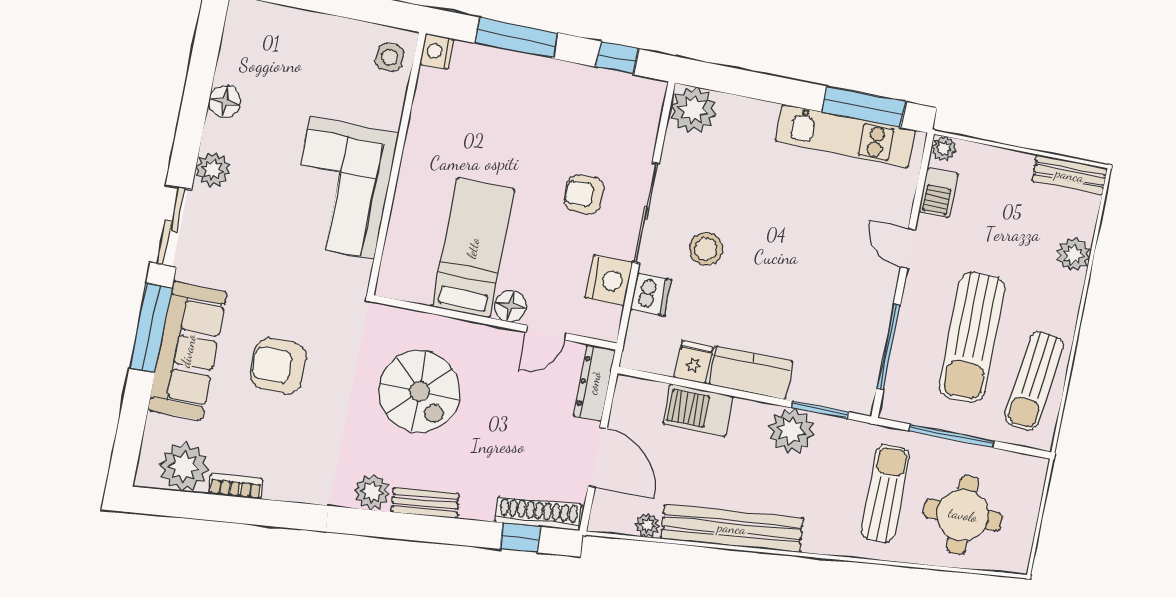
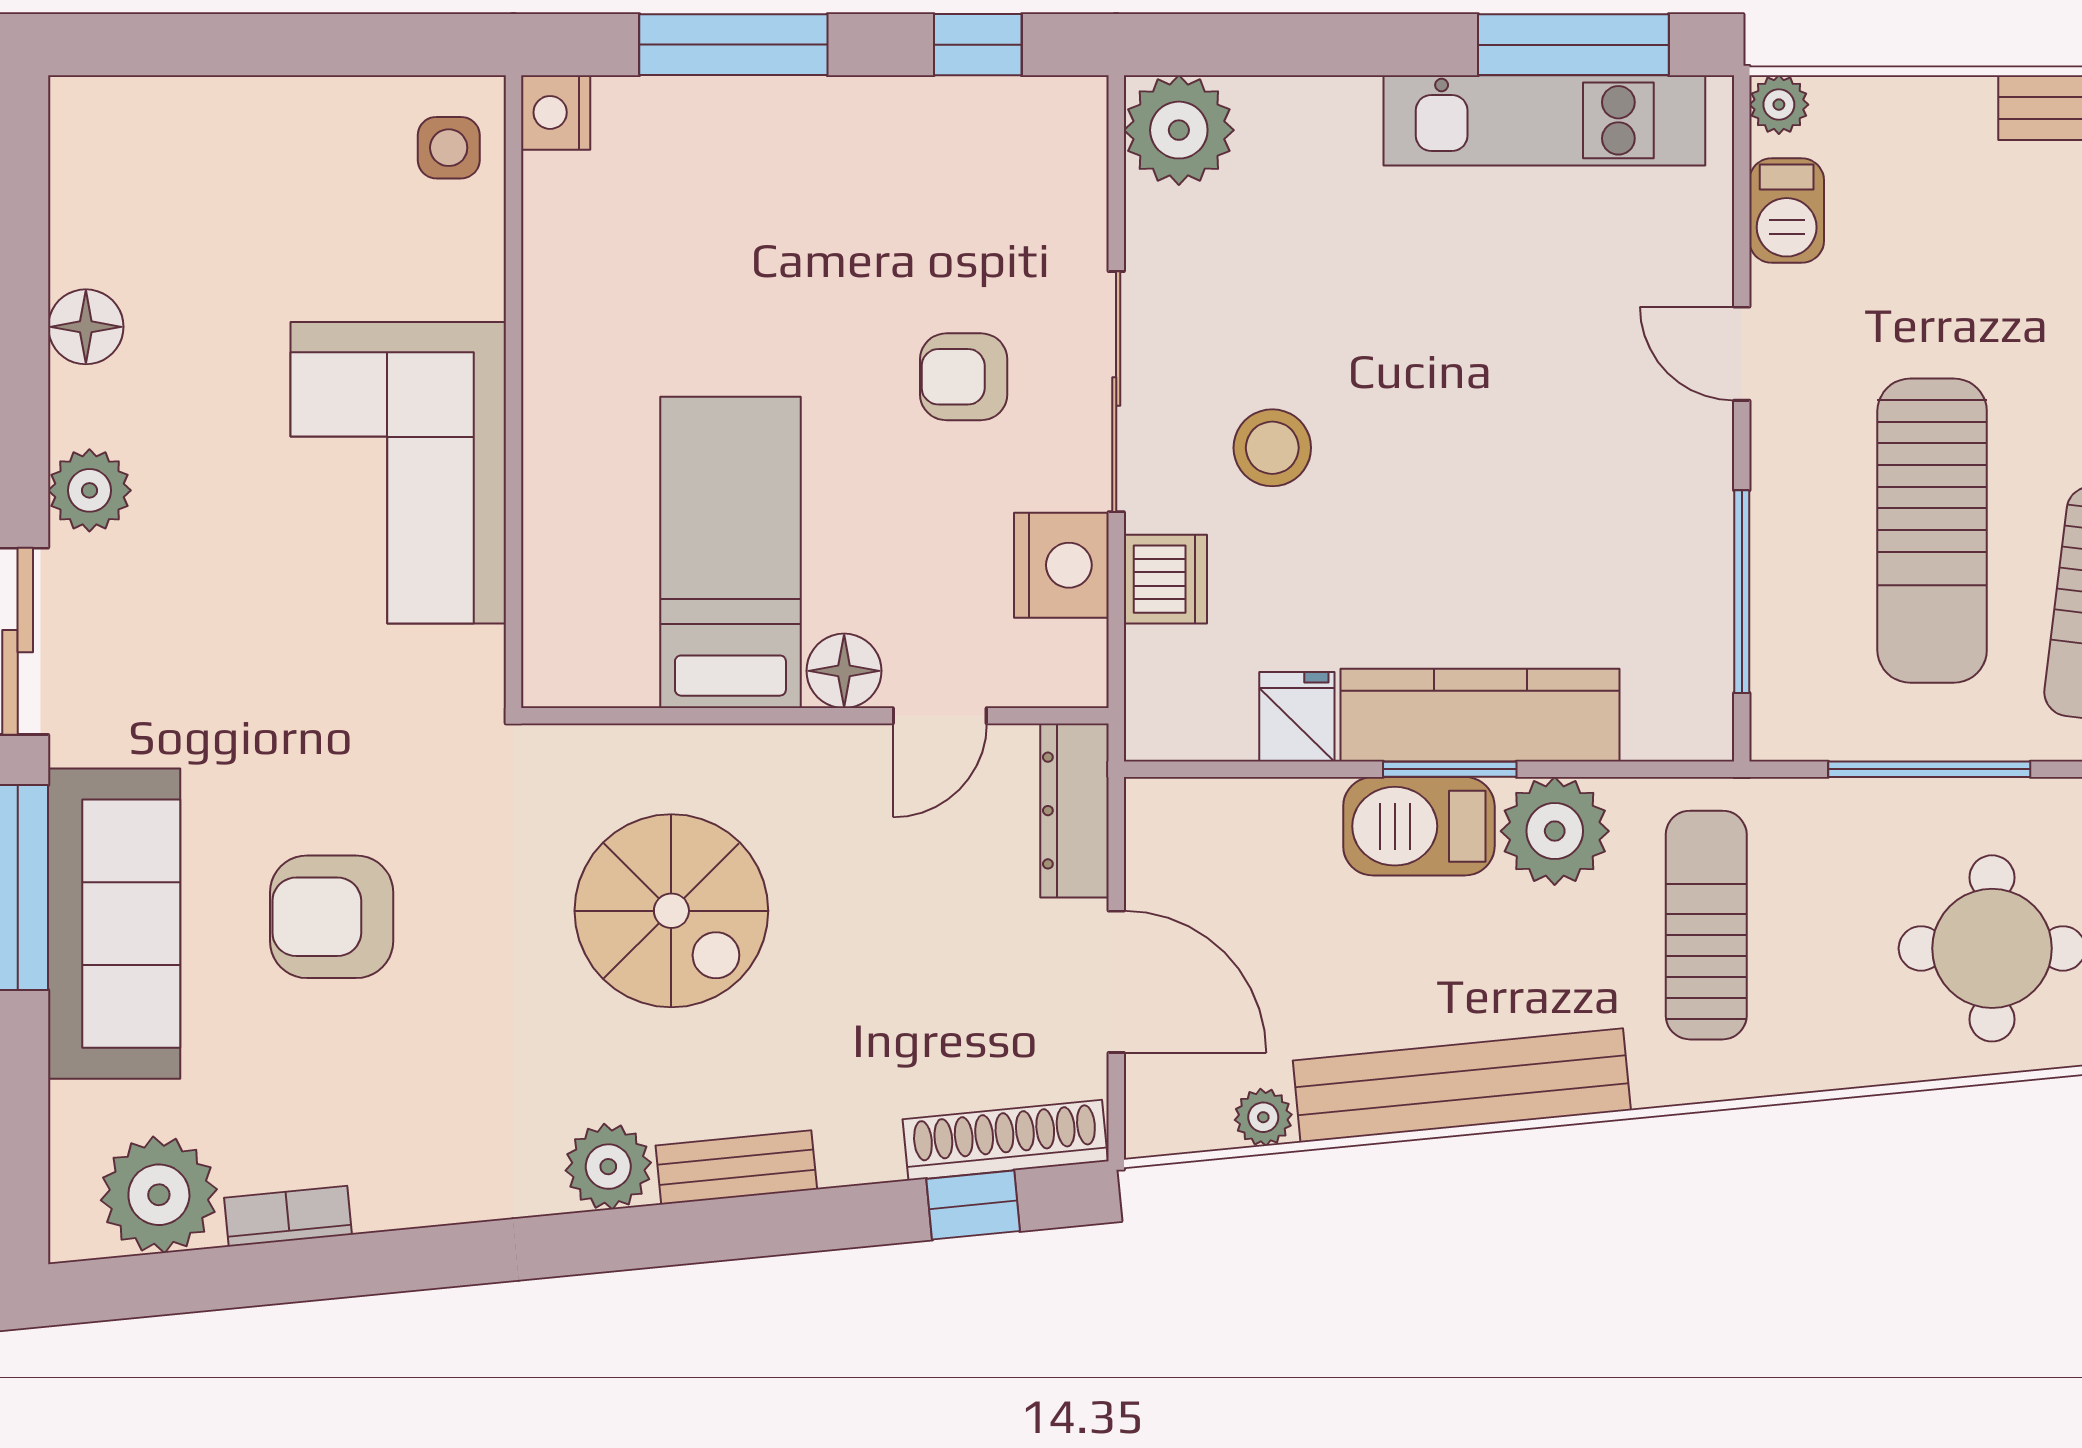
kitchen counter: (751, 373) -> (1480, 715), width x1.50
barbecue: (698, 410) -> (1419, 826), moved
window: (820, 410) -> (1450, 769), moved
sun lounger: (885, 494) -> (1706, 925), moved

